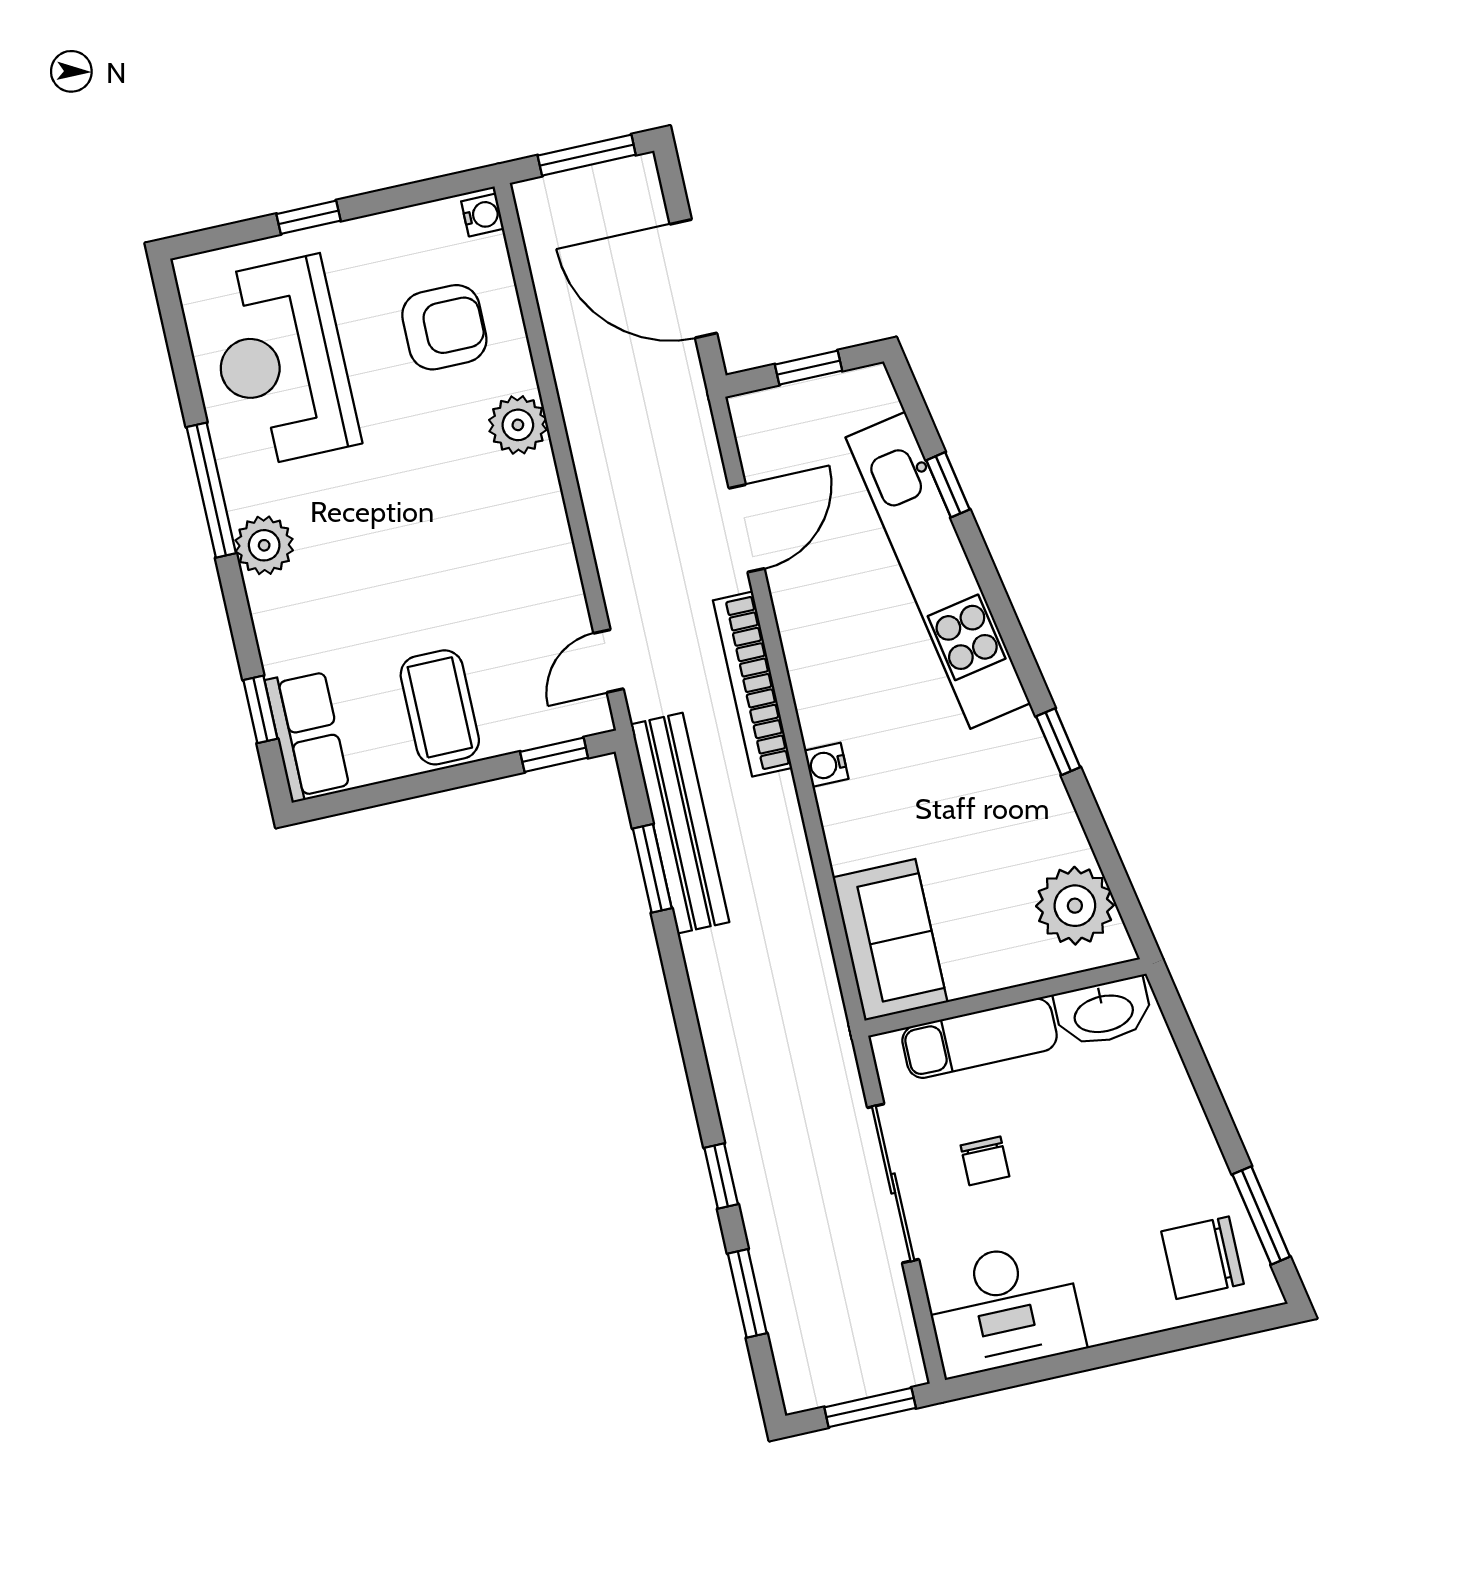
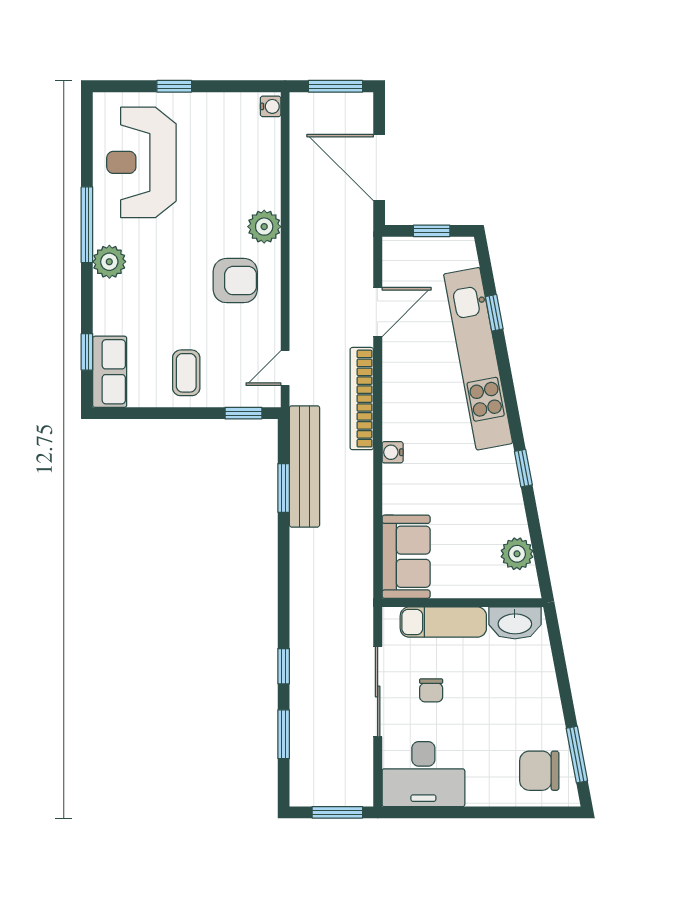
armchair: (444, 327) -> (235, 281), moved
coffee table: (440, 707) -> (186, 373), width x0.73, depth x0.77
plant: (1075, 906) -> (517, 554), width x0.73, depth x0.73

